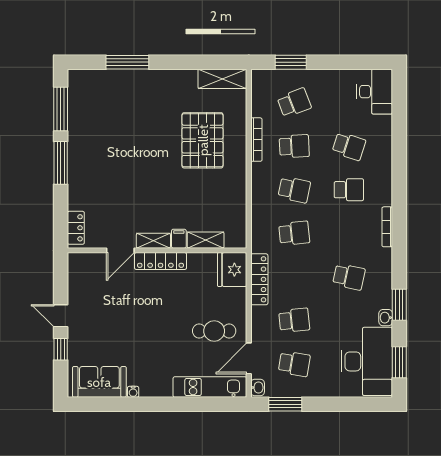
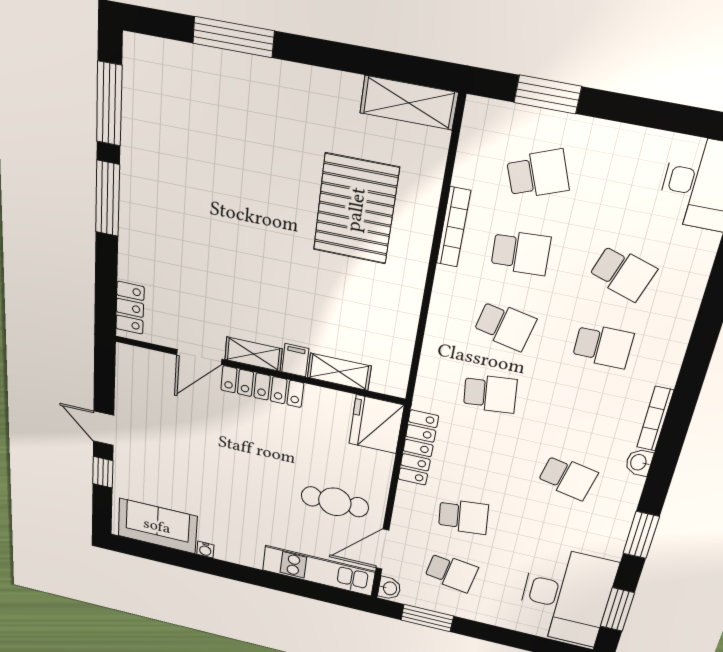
washbasin: (386, 318) -> (639, 462), moved

